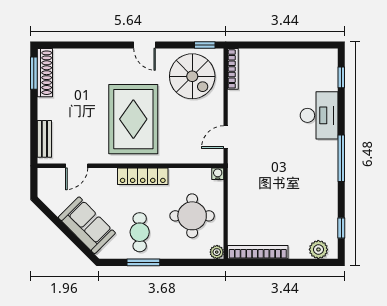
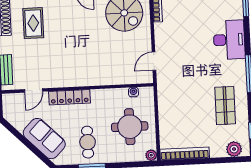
rug: (133, 119) -> (33, 23), moved, width x0.54, depth x0.49
water cooler: (218, 174) -> (133, 92), moved
locker: (143, 176) -> (70, 97), moved
shop shelf: (310, 196) -> (225, 106), added

